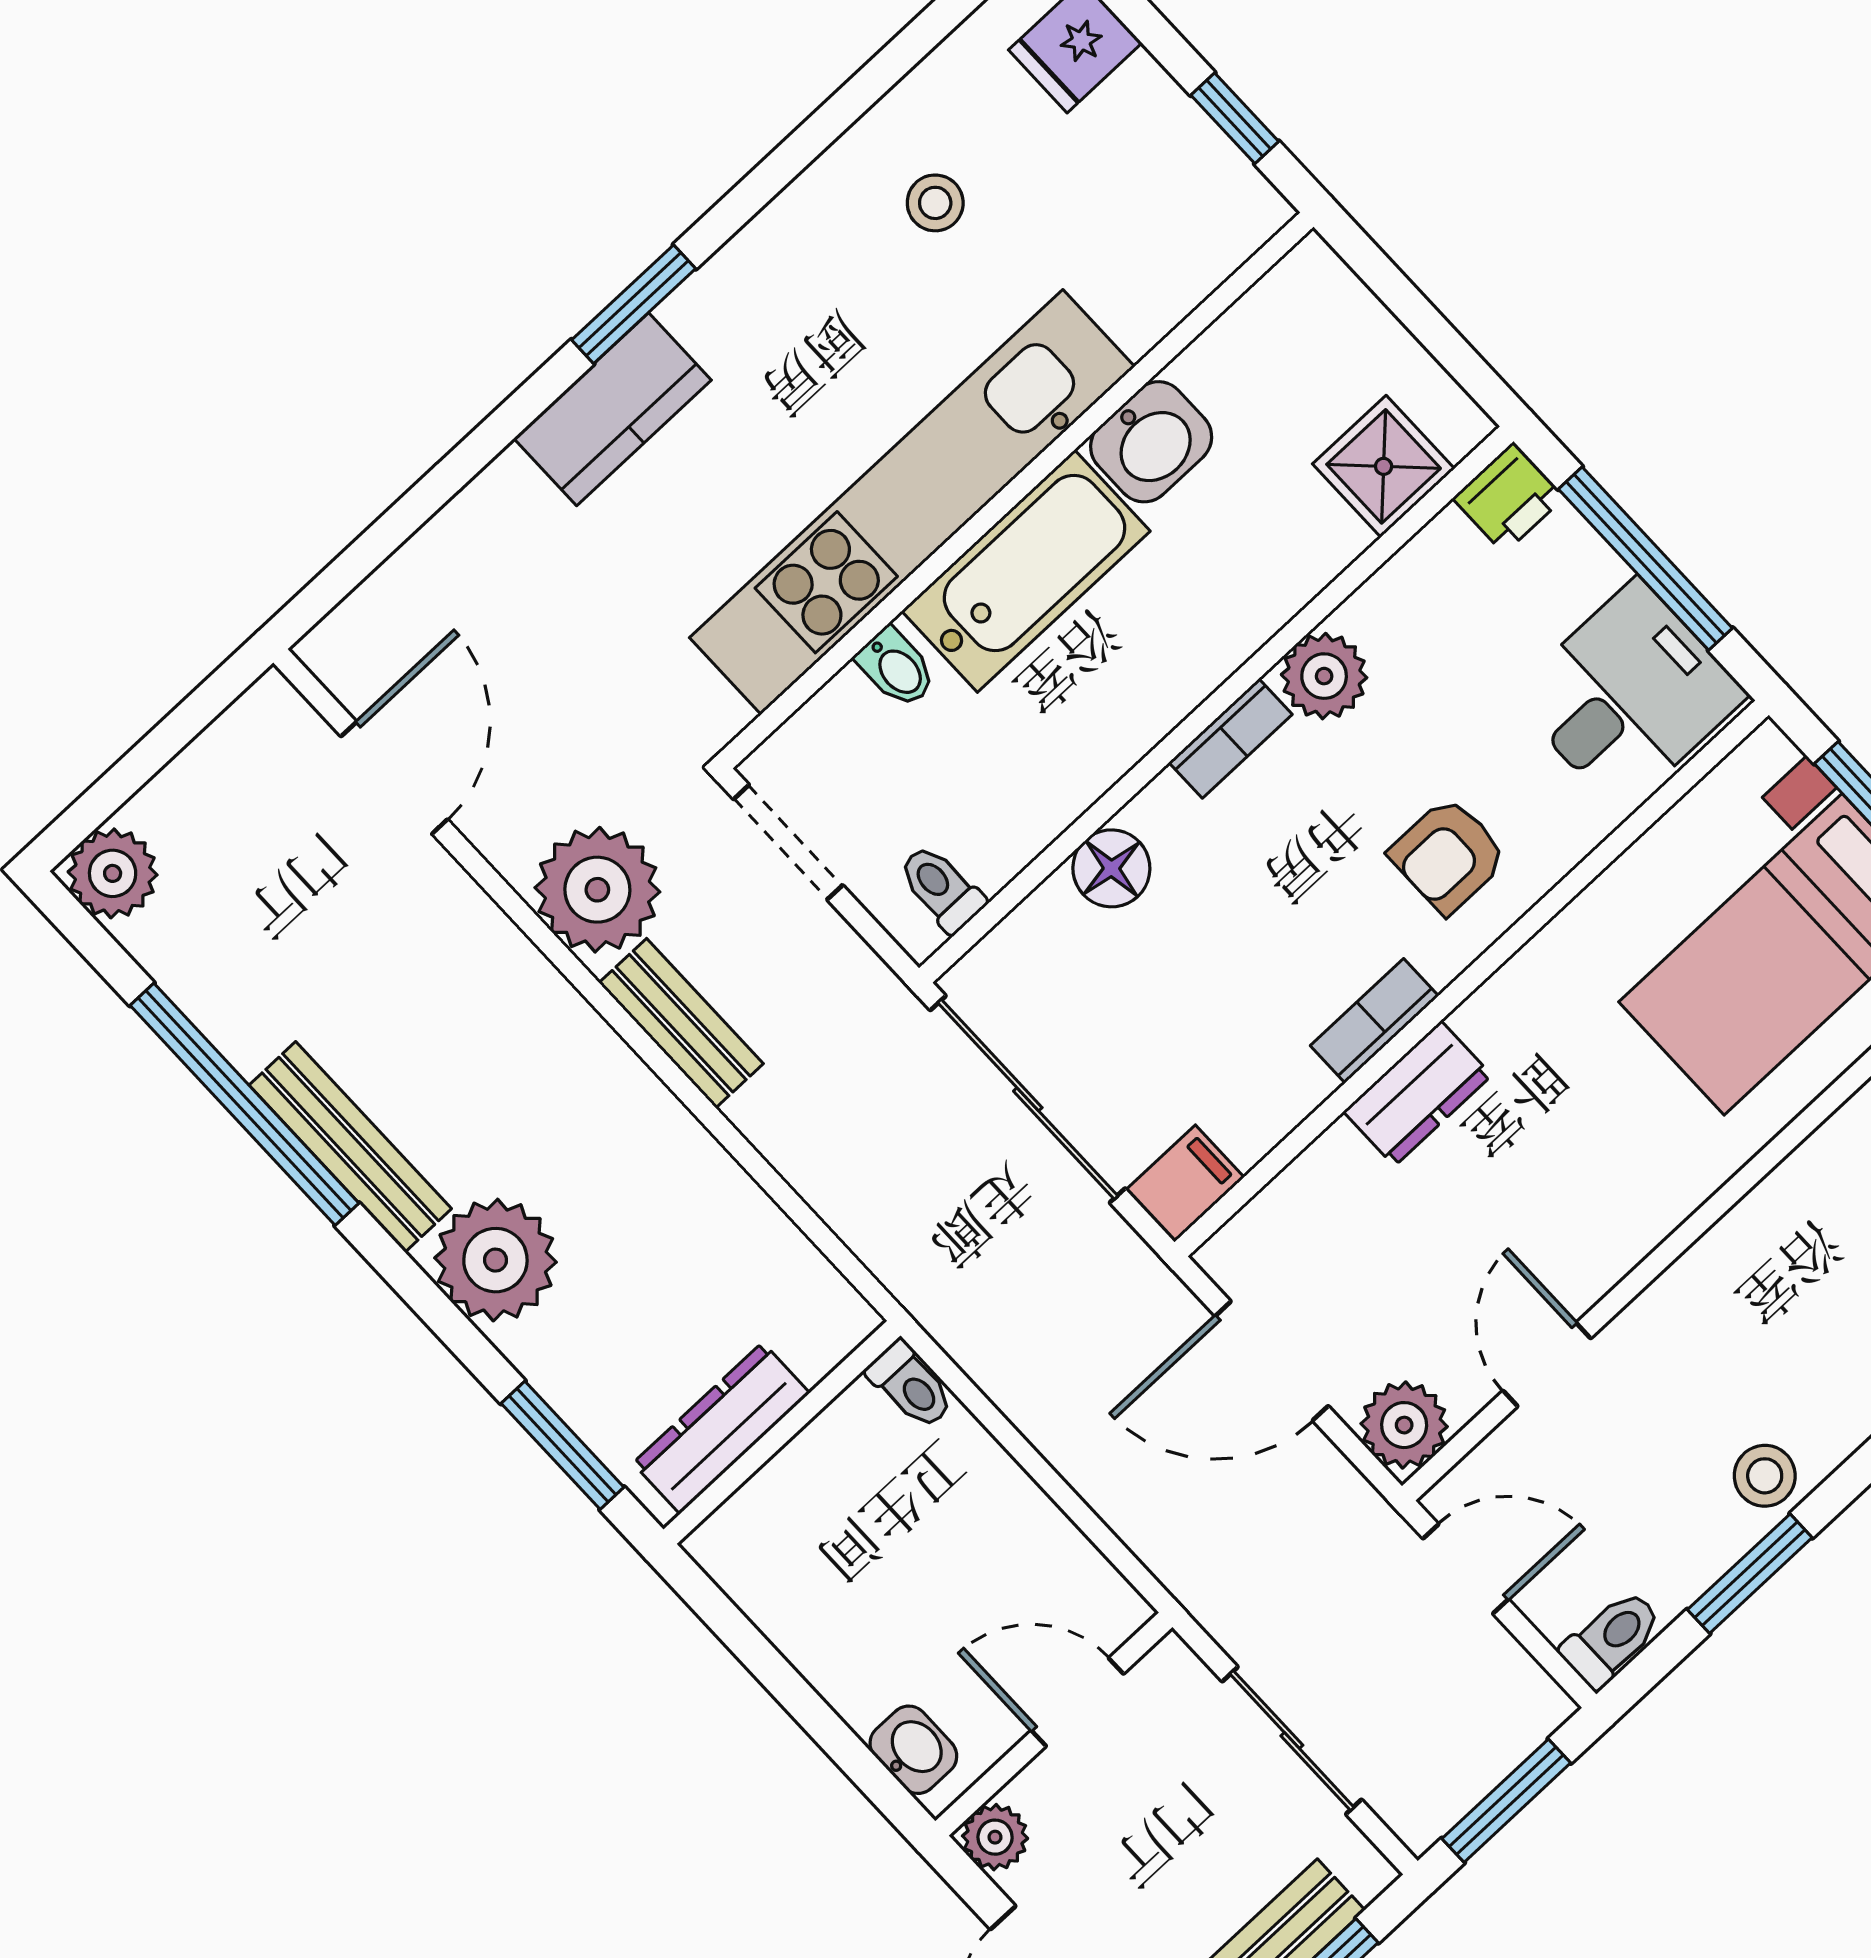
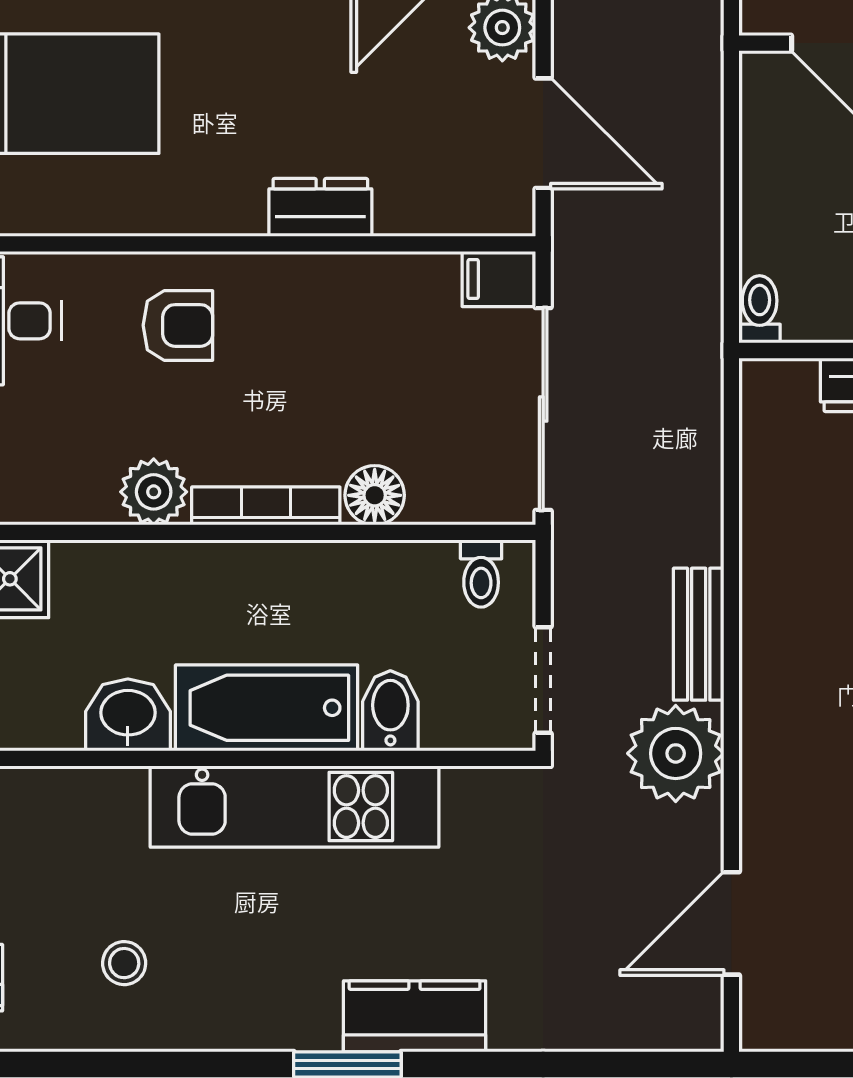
kitchen unit: (912, 502) -> (294, 807), width x0.73
bidet: (896, 668) -> (390, 711), width x1.38, depth x1.36
bookcase: (1230, 738) -> (266, 506), width x1.56
bookcase: (1374, 1021) -> (306, 271), removed

